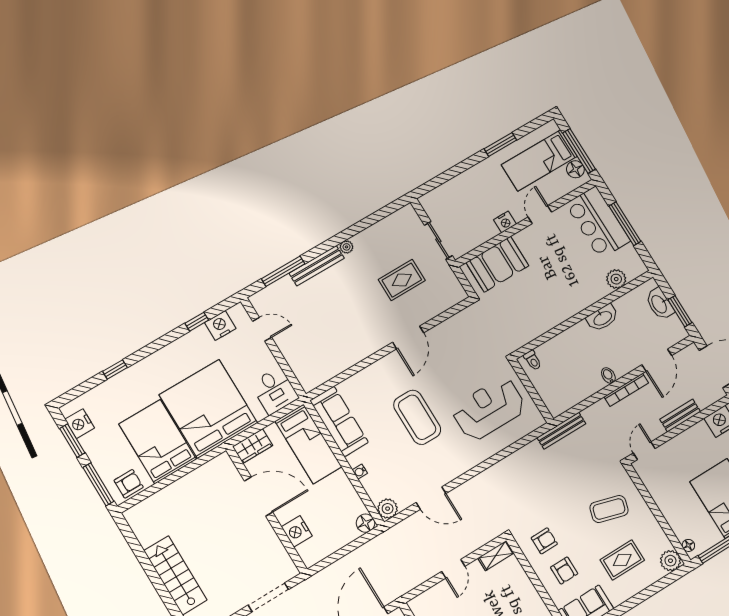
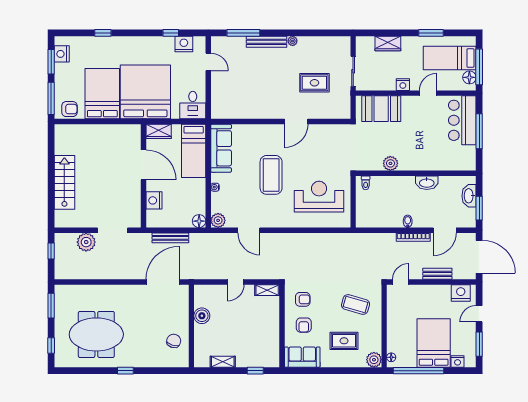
wardrobe: (459, 185) -> (388, 44), added
plant: (616, 279) -> (390, 163), moved
bench: (561, 431) -> (170, 238), moved

